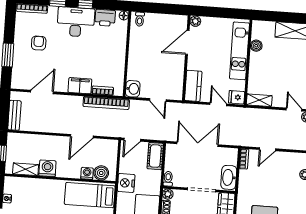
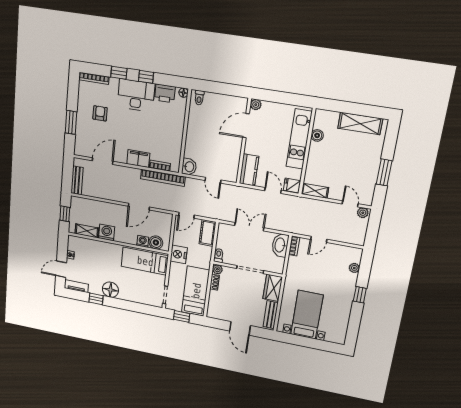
double door: (197, 144) -> (249, 227), width x0.73
washbasin: (229, 177) -> (280, 245), moved

